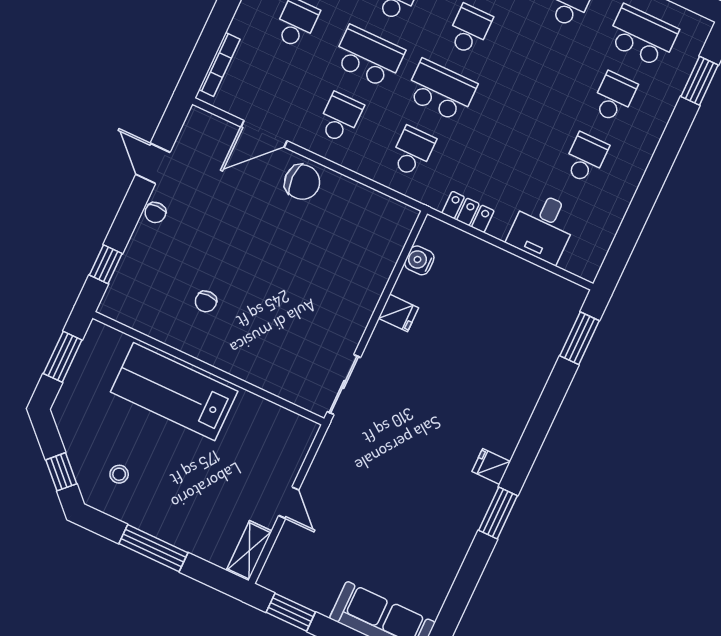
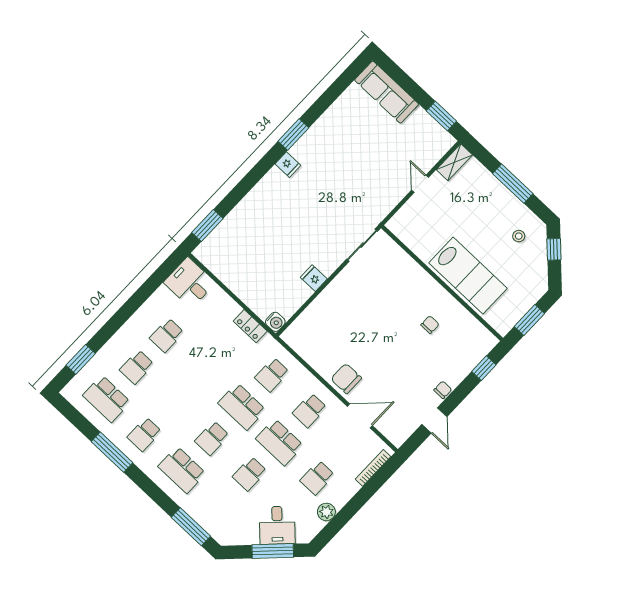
desk: (543, 227) -> (189, 283), moved, turned -90
water cooler: (419, 260) -> (275, 322), moved

